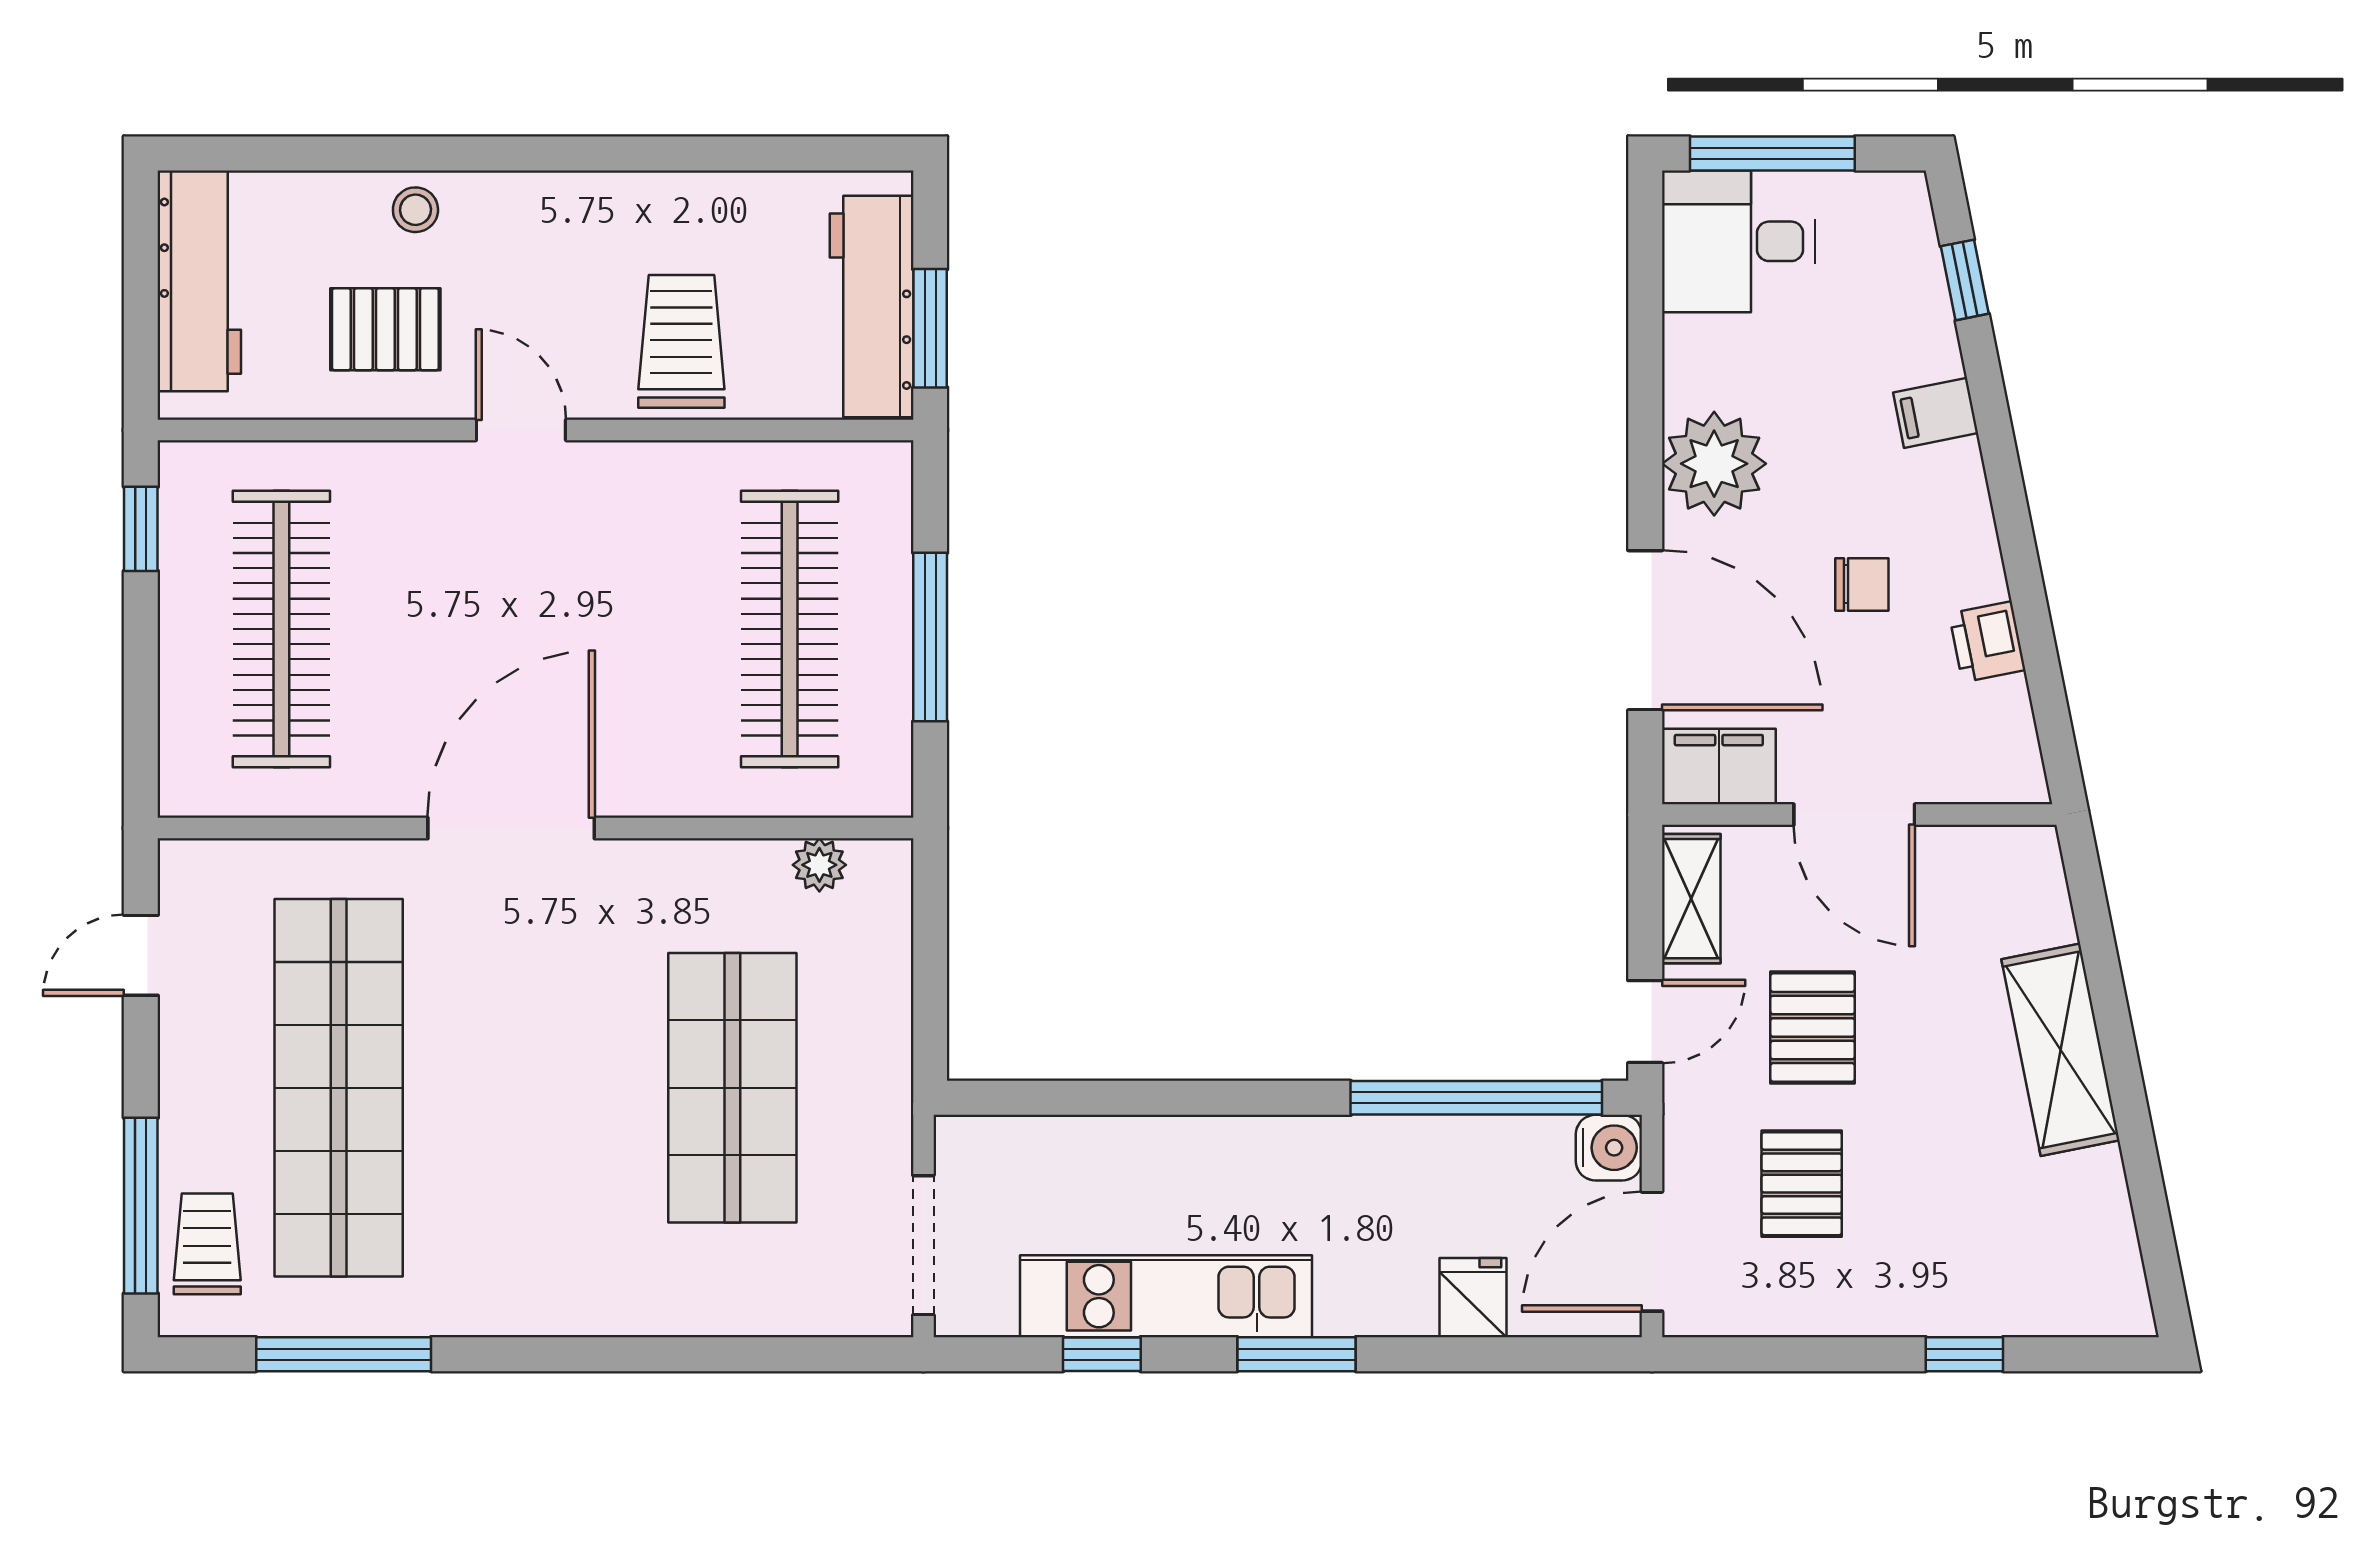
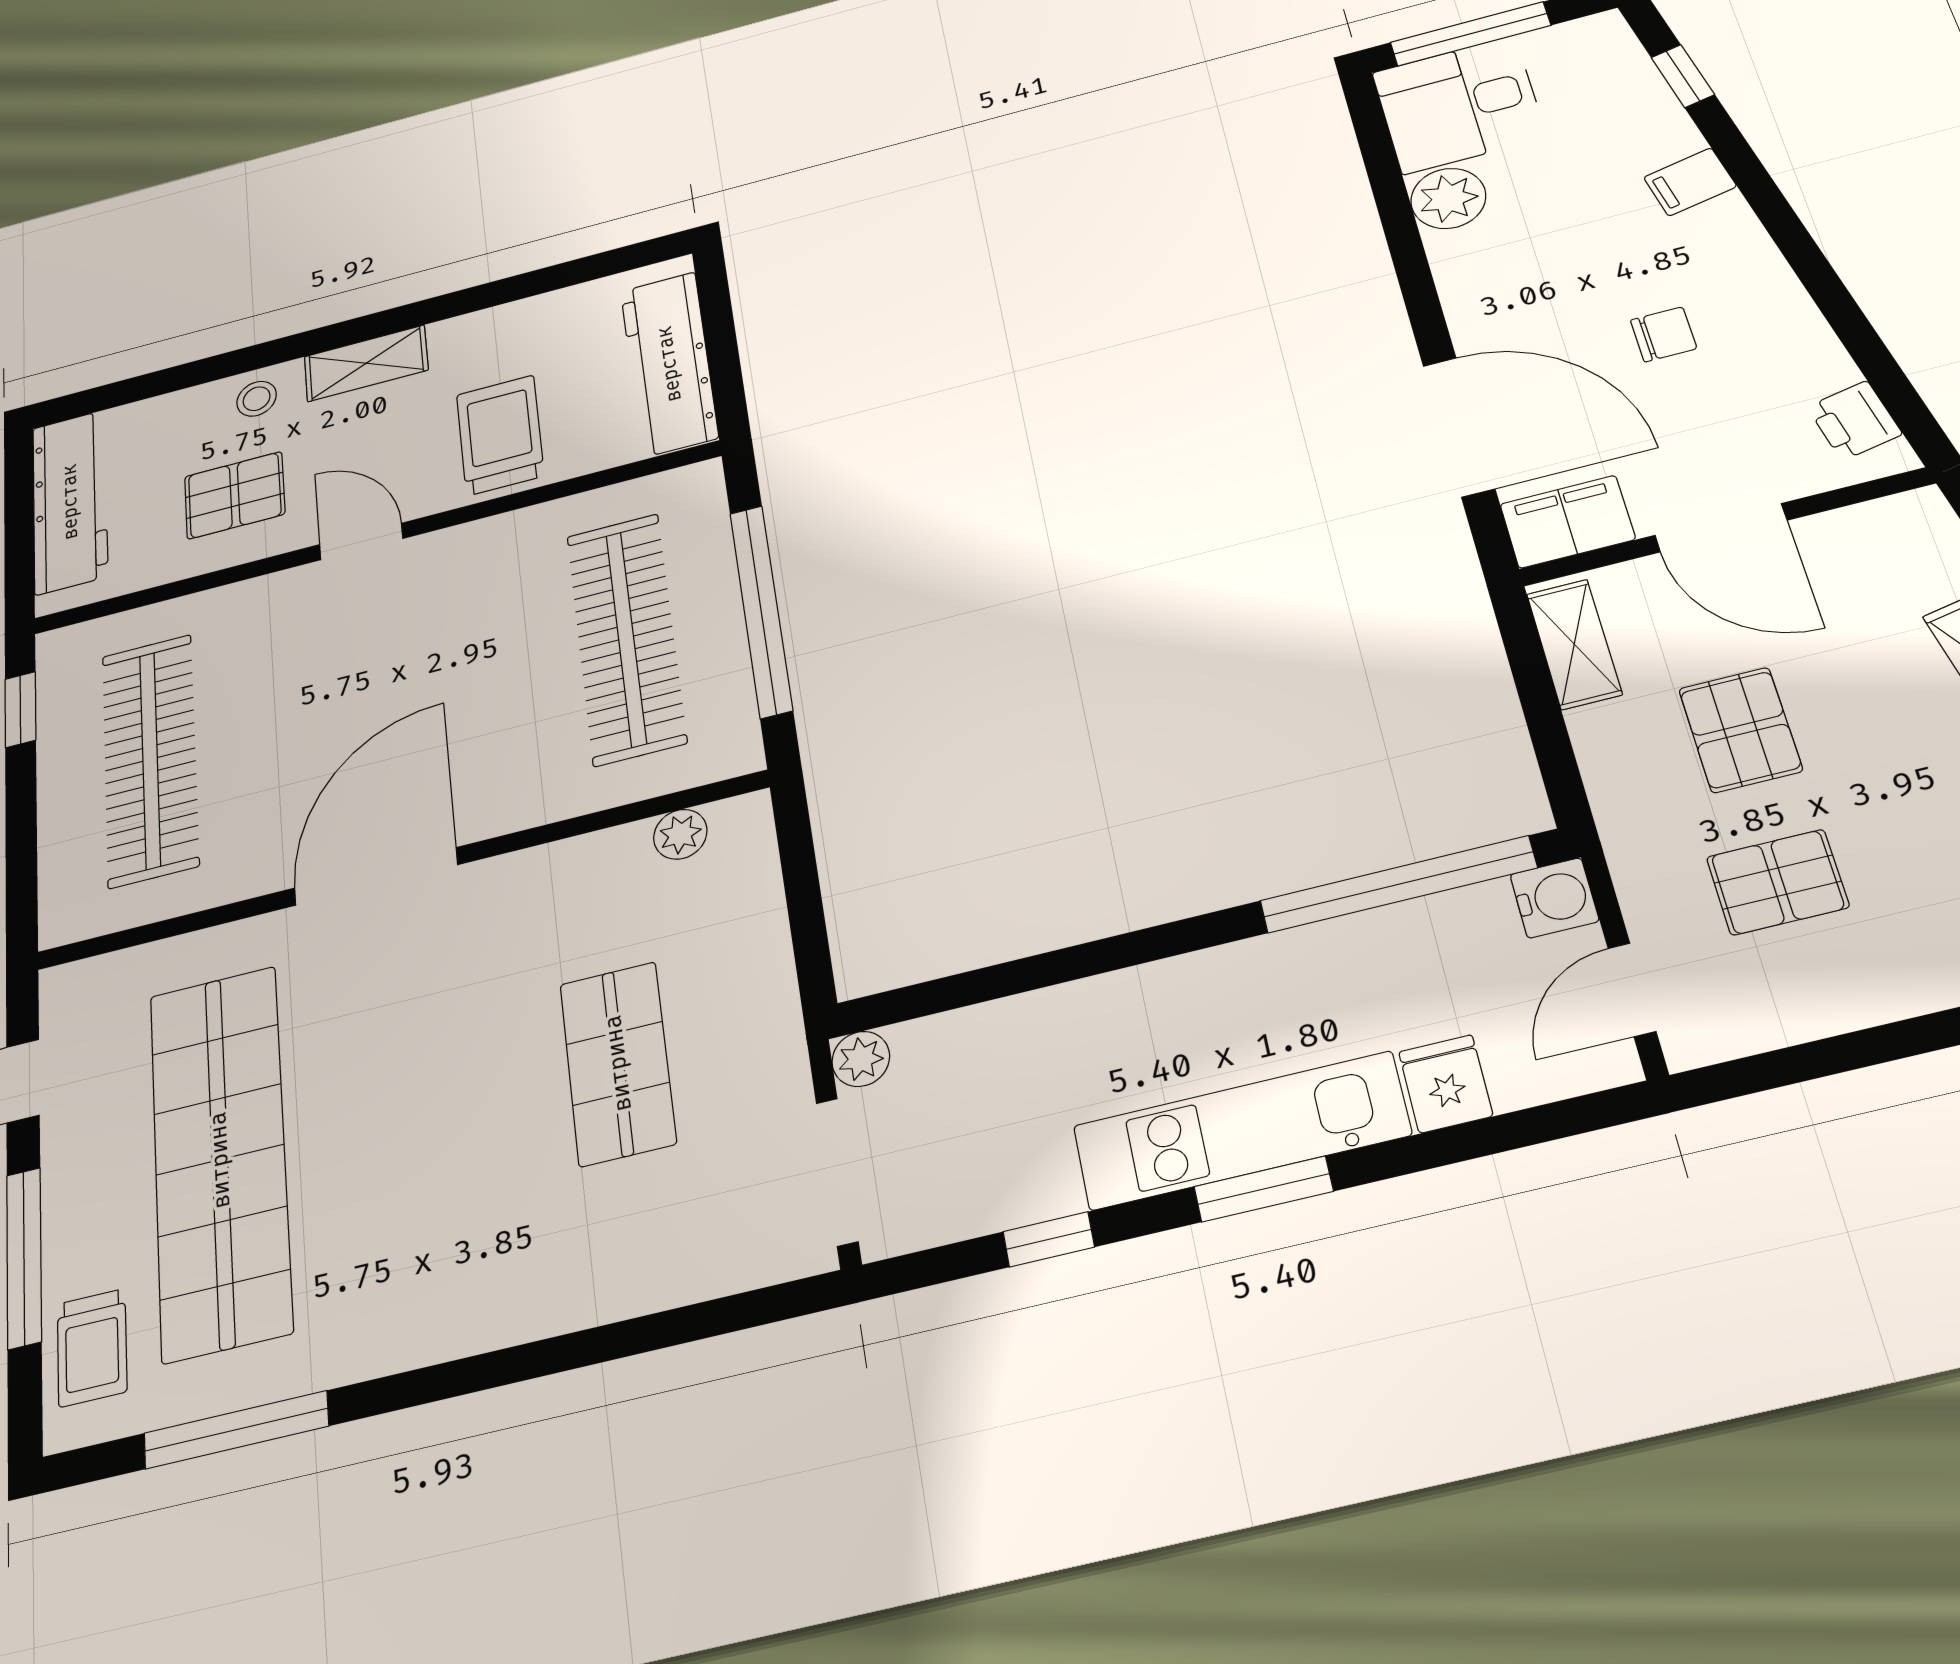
shelving: (541, 201) -> (366, 363), added
window: (930, 328) -> (725, 366), removed
plant: (1714, 464) -> (1448, 198), moved, width x0.73, depth x0.73
window: (930, 637) -> (761, 611), width x1.46
printer: (1987, 642) -> (1854, 421), moved
door: (1645, 1022) -> (1559, 768), removed
shop shelf: (732, 1088) -> (618, 1063), width x0.70, depth x0.74
plant: (961, 1142) -> (861, 1059), added
pallet: (1802, 1184) -> (1778, 882), turned 90
window: (141, 1206) -> (24, 1258), moved
trolley: (207, 1244) -> (92, 1348), turned 180
door: (1652, 1252) -> (1632, 990), width x0.73
kitchen unit: (1166, 1296) -> (1241, 1131), moved

